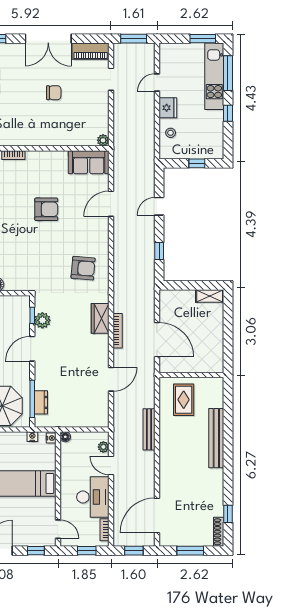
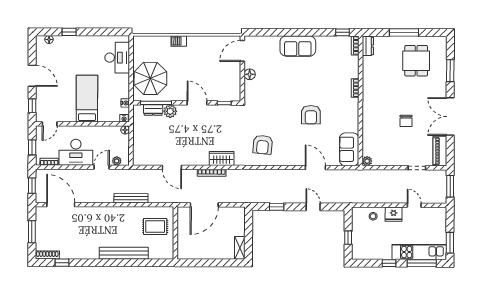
plant: (42, 320) -> (170, 111), moved

